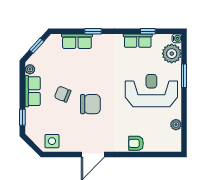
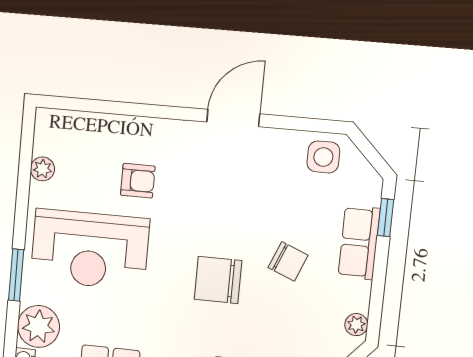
row of seats: (33, 91) -> (359, 243), moved
chair: (90, 104) -> (218, 280), moved
armchair: (136, 143) -> (138, 181), moved

